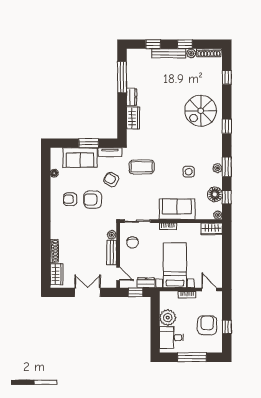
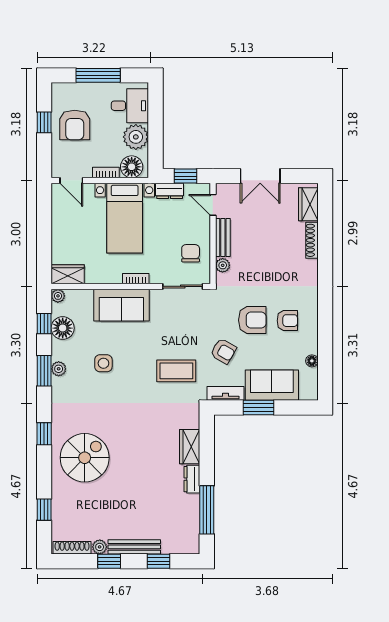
floor lamp: (170, 298) -> (132, 167), added

